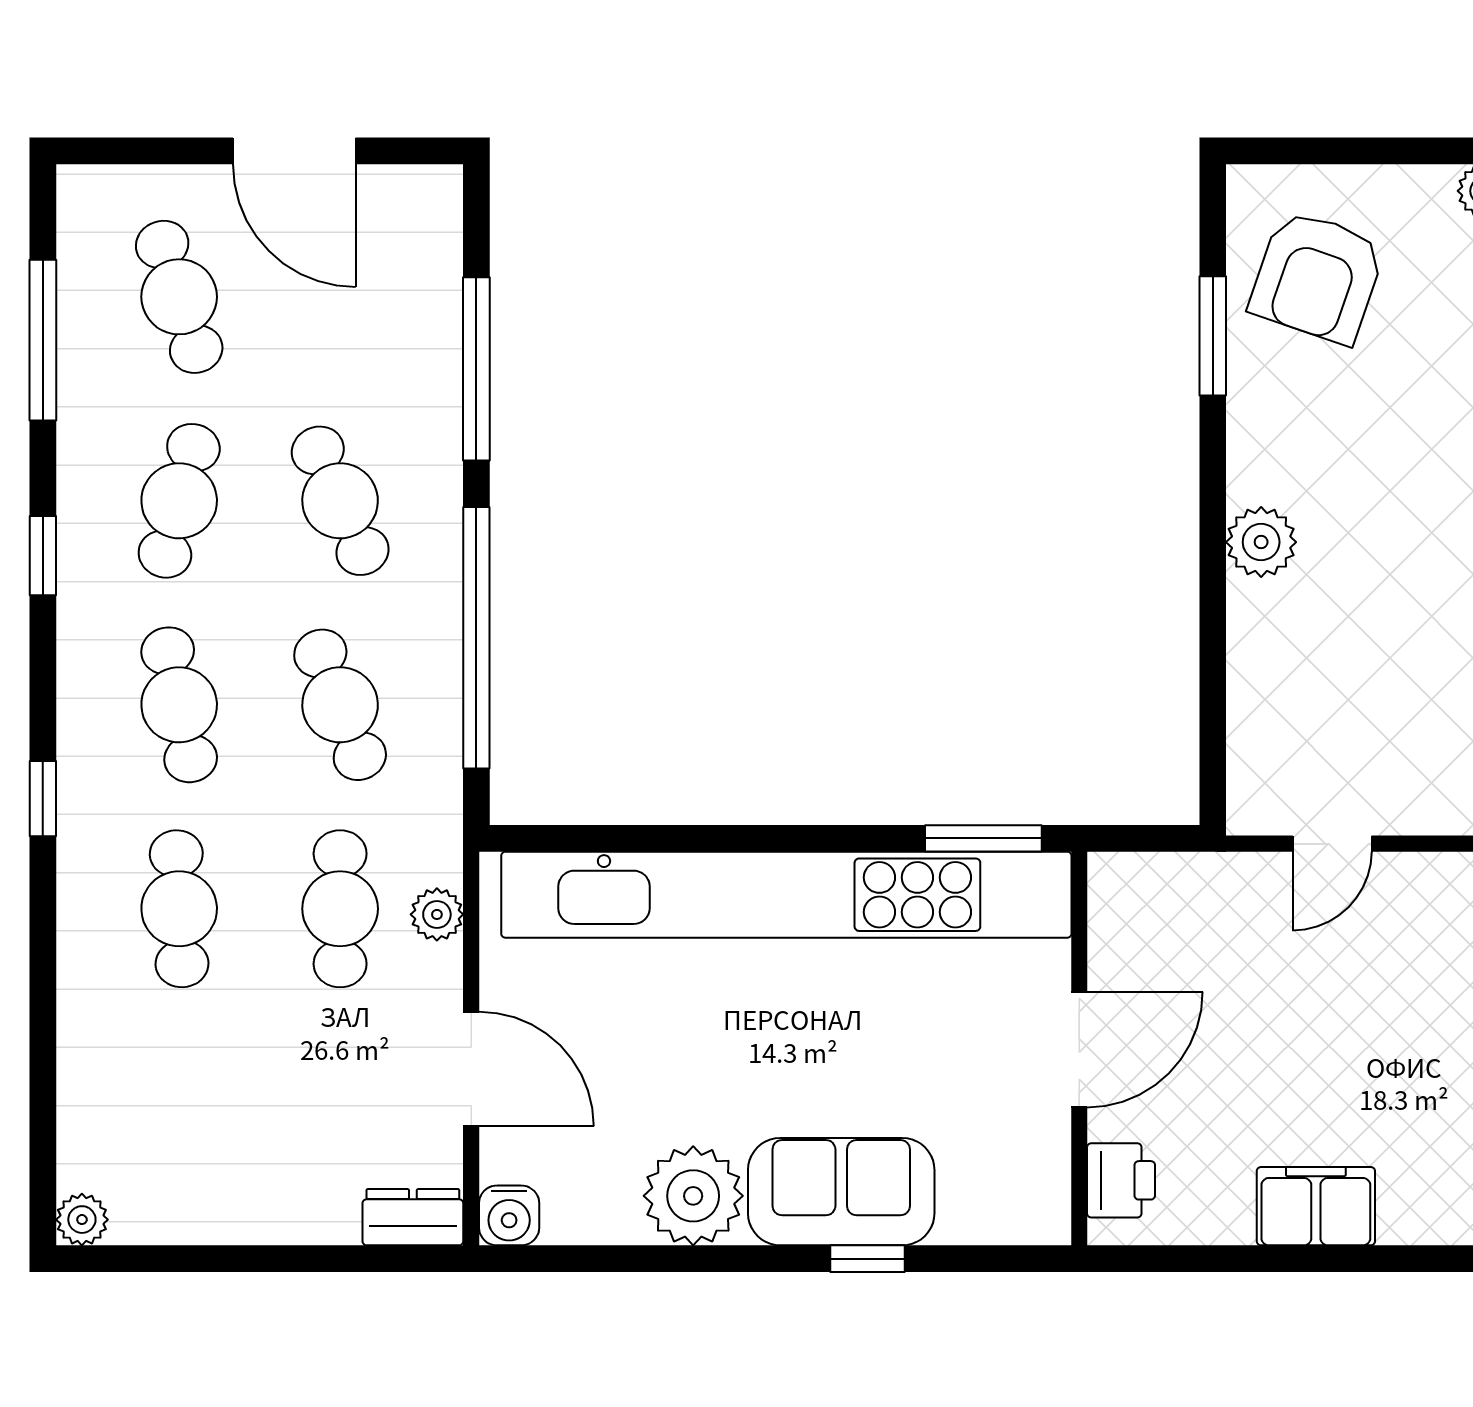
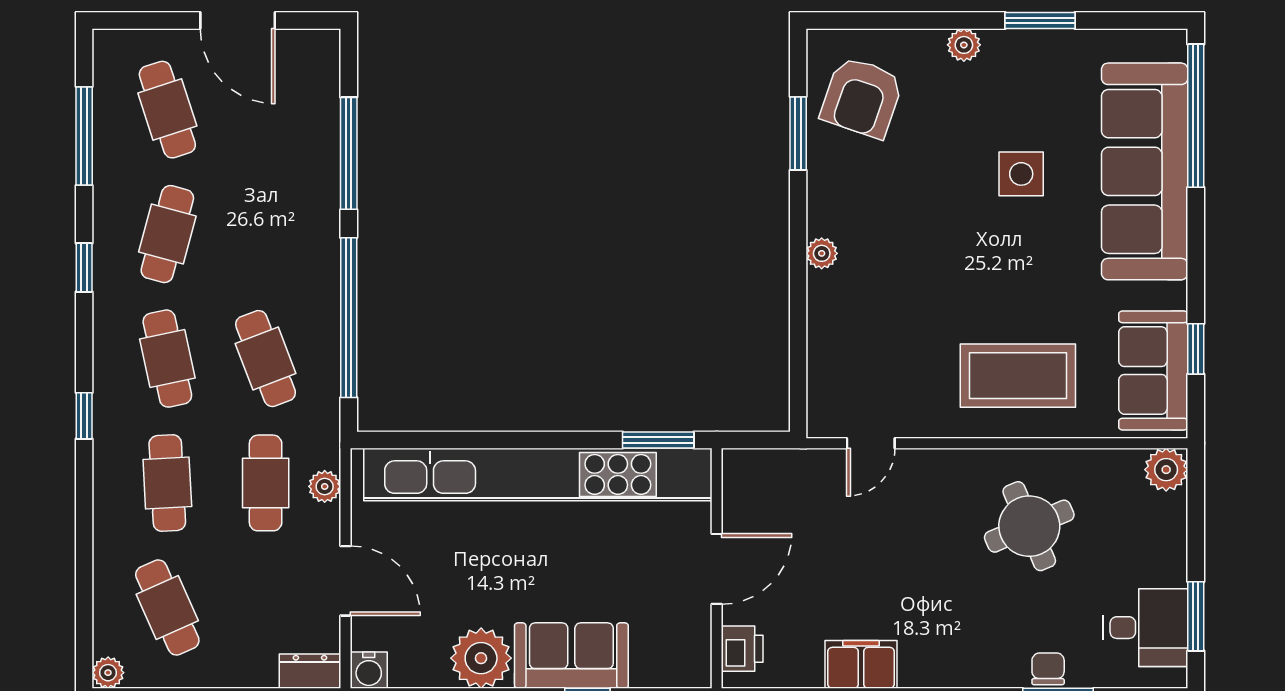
cafe table: (340, 501) -> (167, 607), moved
plant: (1261, 542) -> (822, 253), width x0.73, depth x0.73

